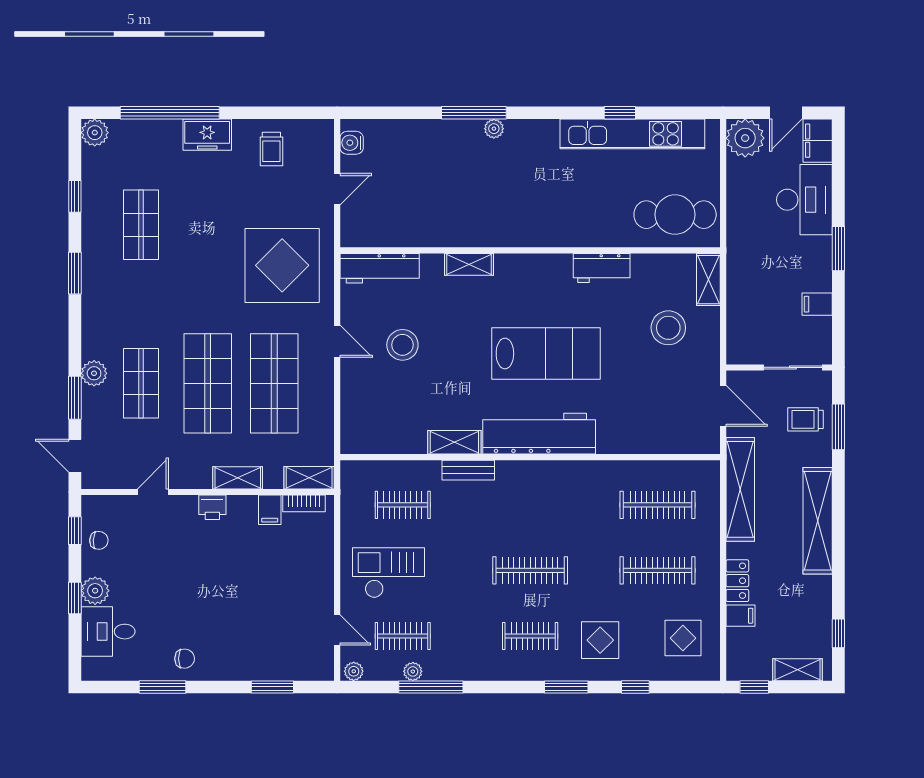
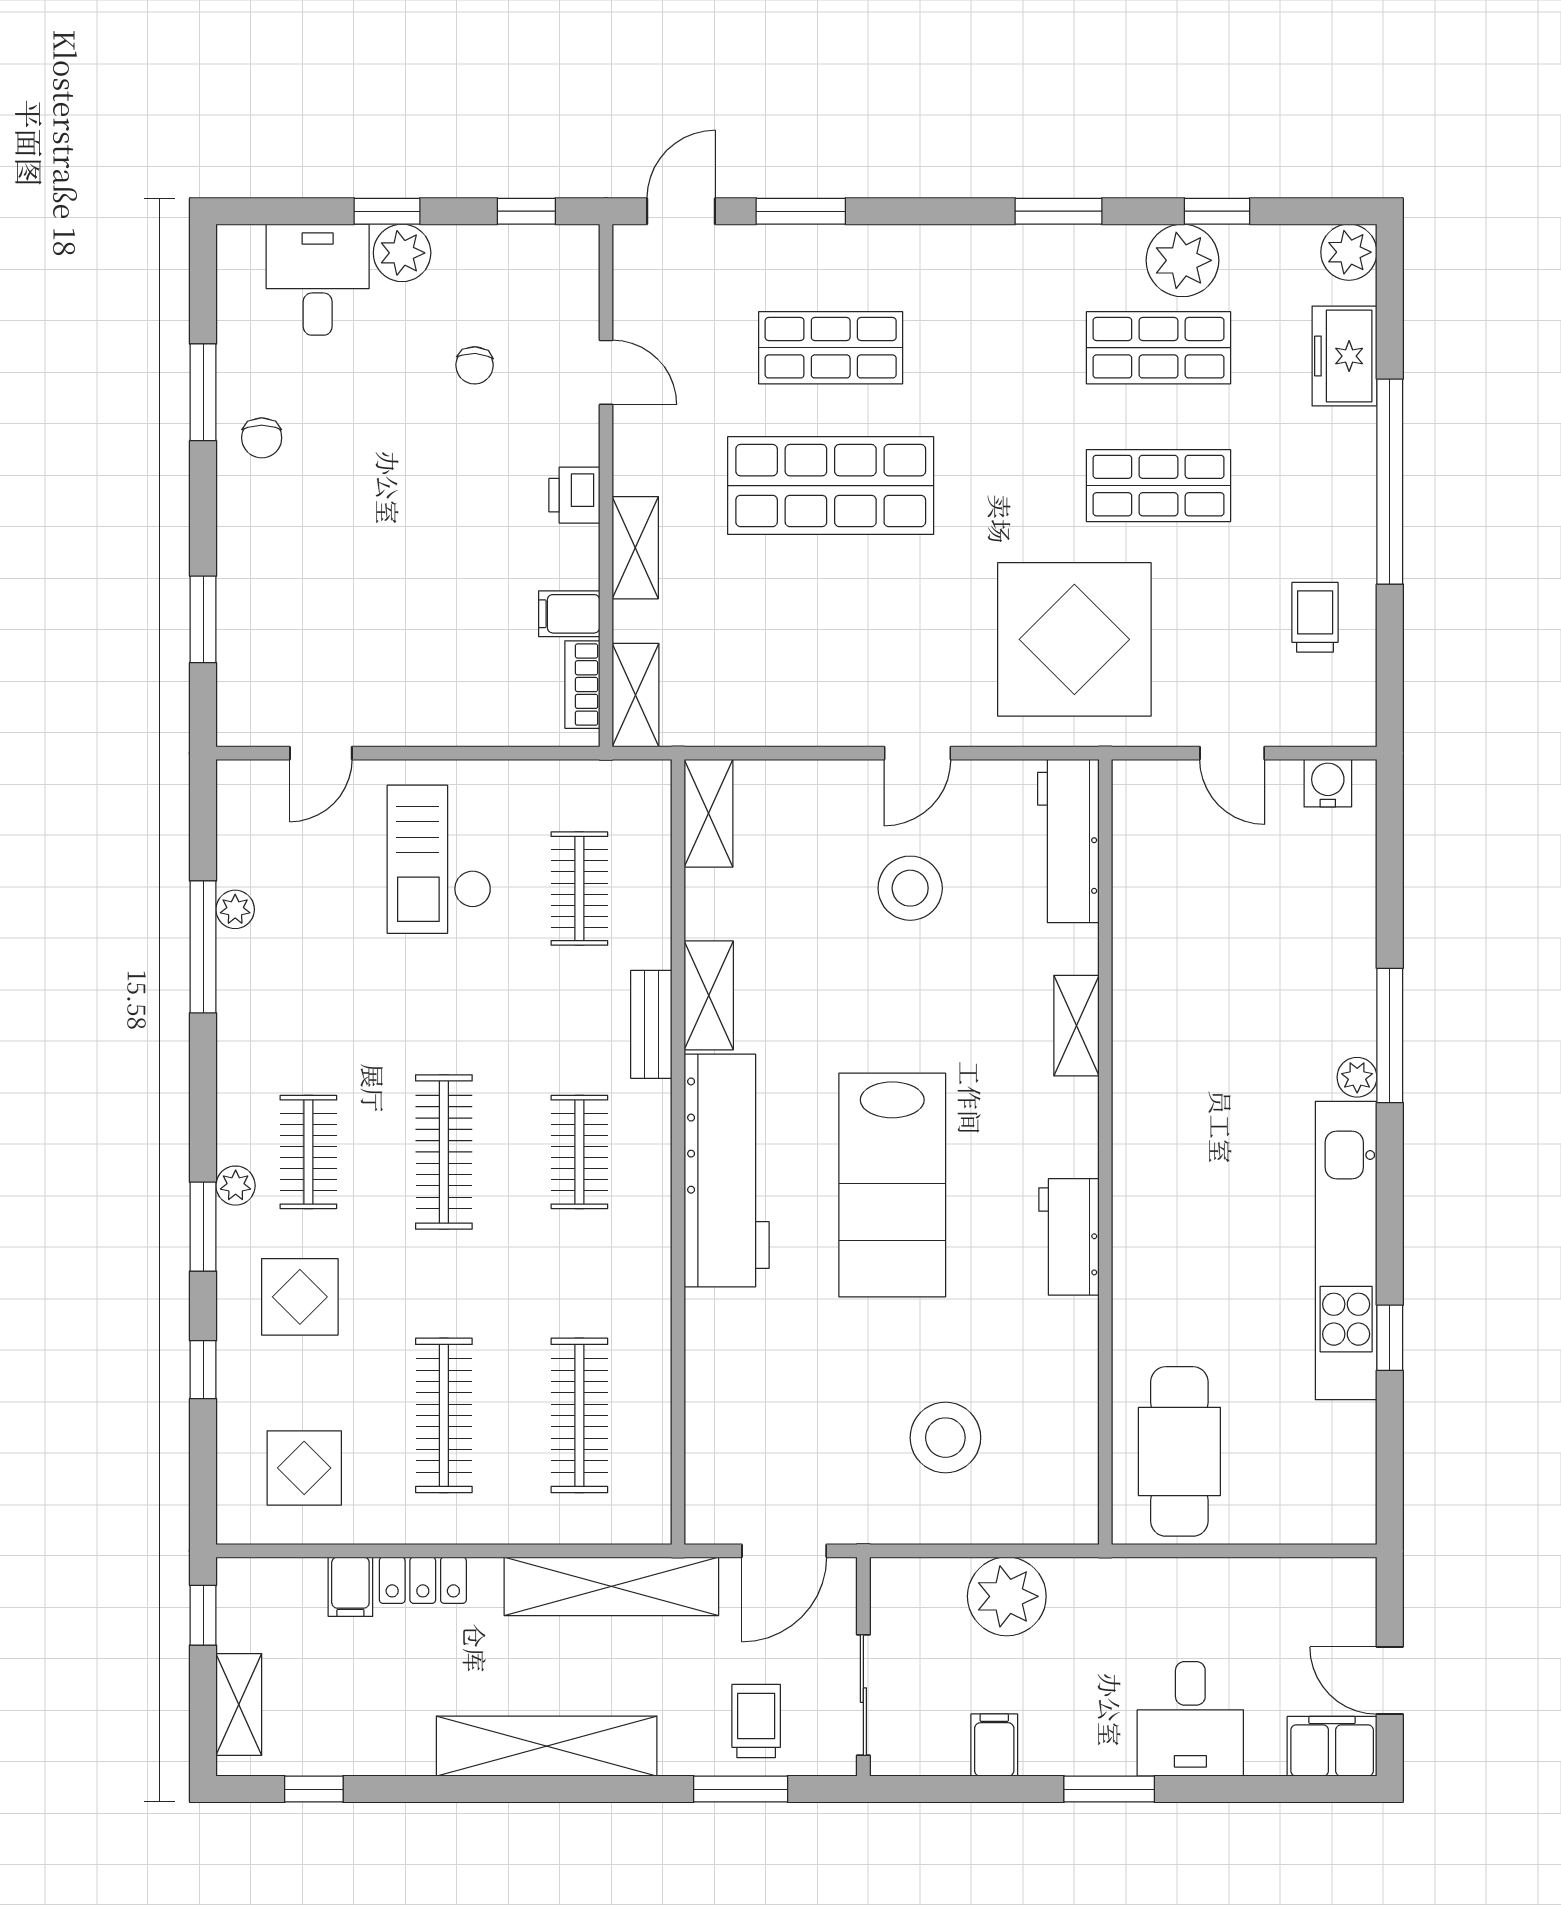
window: (170, 113) -> (1390, 482), moved
kitchen unit: (632, 134) -> (1346, 1251), moved
freezer: (207, 135) -> (1344, 356), moved
plant: (745, 138) -> (1007, 1596), moved
trolley: (271, 149) -> (1315, 617), turned 90
desk: (804, 200) -> (1190, 1719), width x0.73
workbench: (602, 268) -> (1069, 1237), moved
shelving: (708, 280) -> (709, 813), moved, turned 90
plant: (94, 373) -> (1182, 260), moved, width x1.36, depth x1.36
shop shelf: (274, 383) -> (1158, 486), moved, width x0.70, depth x0.74
chair: (99, 540) -> (475, 365), moved
checkout: (388, 573) -> (439, 859), turned 180
clothes rail: (403, 636) -> (579, 1152), moved
plant: (354, 671) -> (236, 1186), moved

